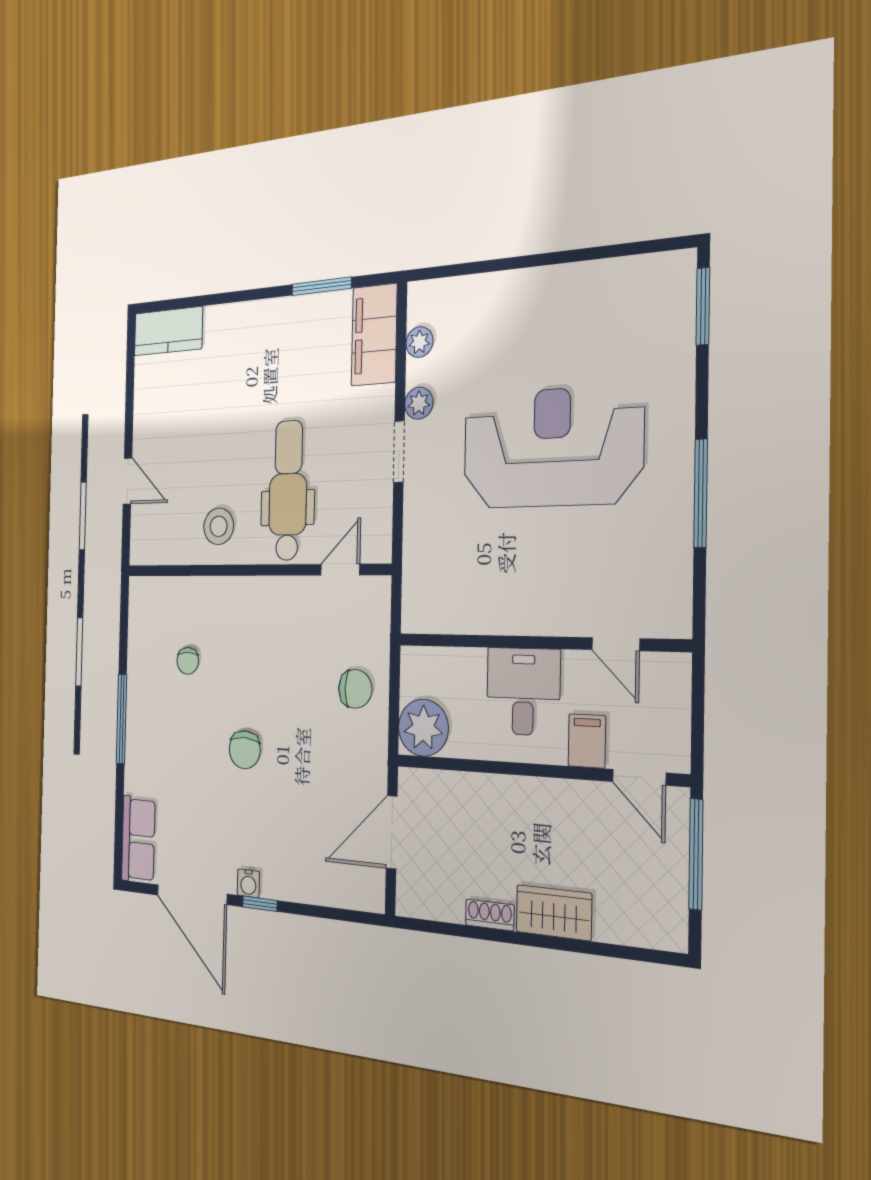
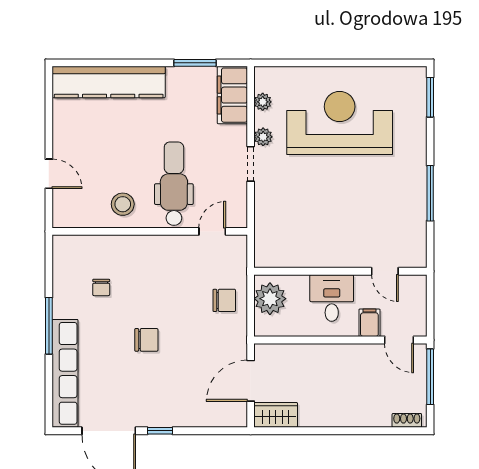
kitchen counter: (168, 331) -> (109, 82), width x2.08, depth x1.17
reception desk: (552, 447) -> (340, 123), moved
plant: (423, 728) -> (270, 299), moved
chair: (245, 750) -> (146, 340), turned -93
row of seats: (138, 839) -> (65, 373), width x2.02
water cooler: (248, 883) -> (151, 420), removed
wardrobe: (554, 913) -> (276, 415), moved
shoe rack: (490, 915) -> (407, 420), moved

